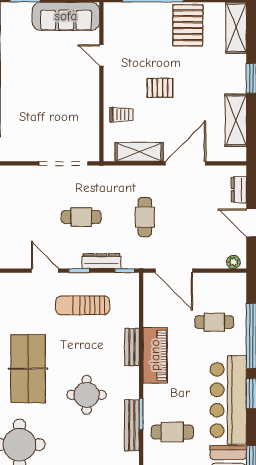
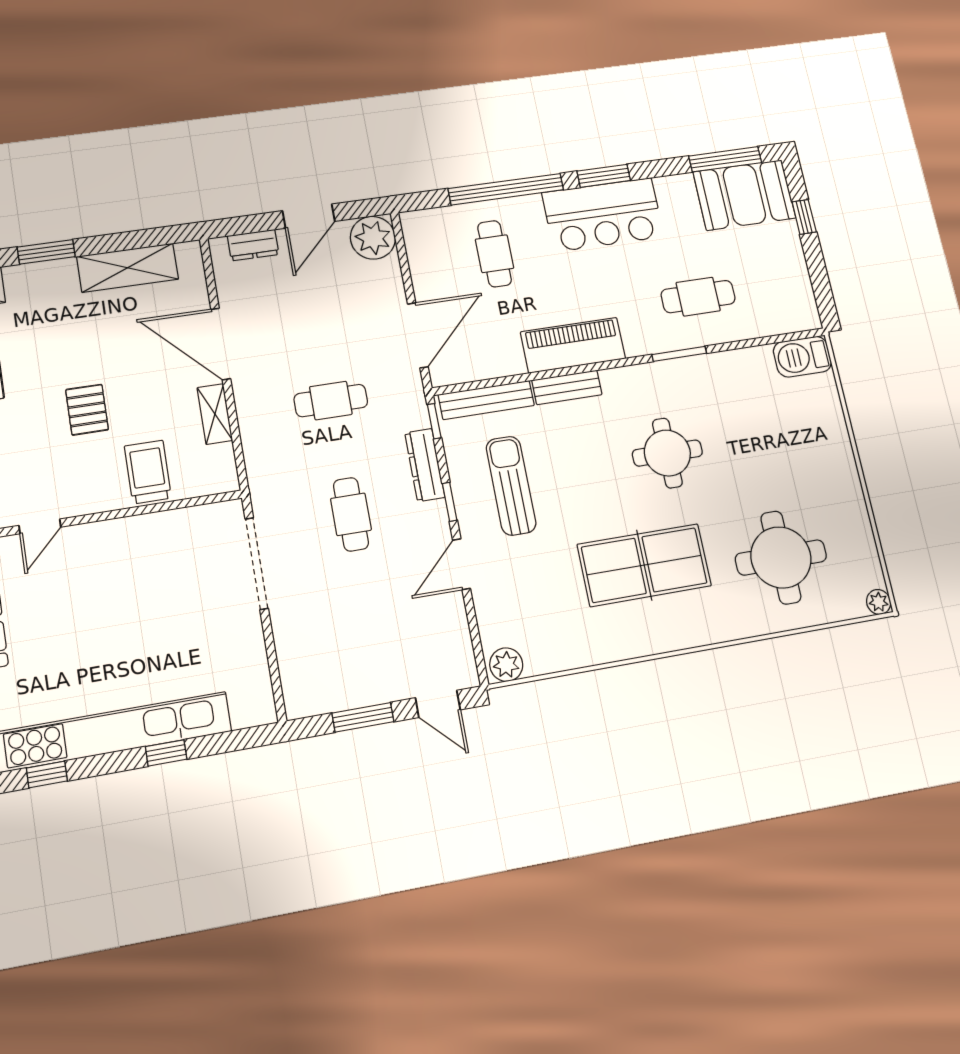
trolley: (121, 115) -> (148, 472), width x1.36, depth x1.39
shelving: (139, 152) -> (215, 414), width x0.67, depth x0.75
plant: (233, 262) -> (373, 238), width x1.87, depth x1.87
sun lounger: (83, 305) -> (511, 486), turned 180
bar counter: (228, 400) -> (603, 215), width x0.73
bench: (132, 425) -> (486, 400), moved
cafe table: (172, 432) -> (698, 297), turned 90

